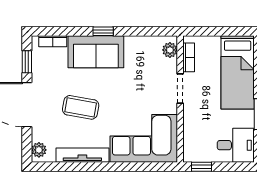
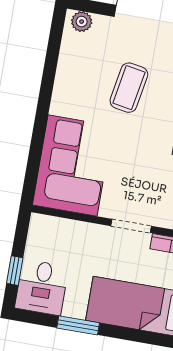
tv unit: (82, 155) -> (64, 79), removed
window: (202, 167) -> (15, 271), moved

